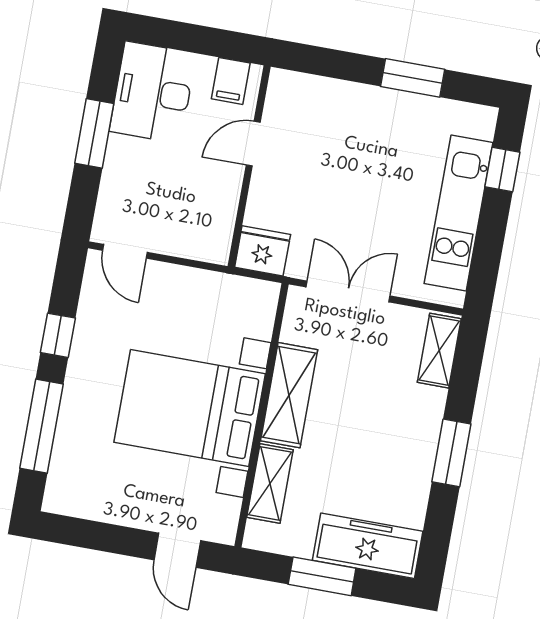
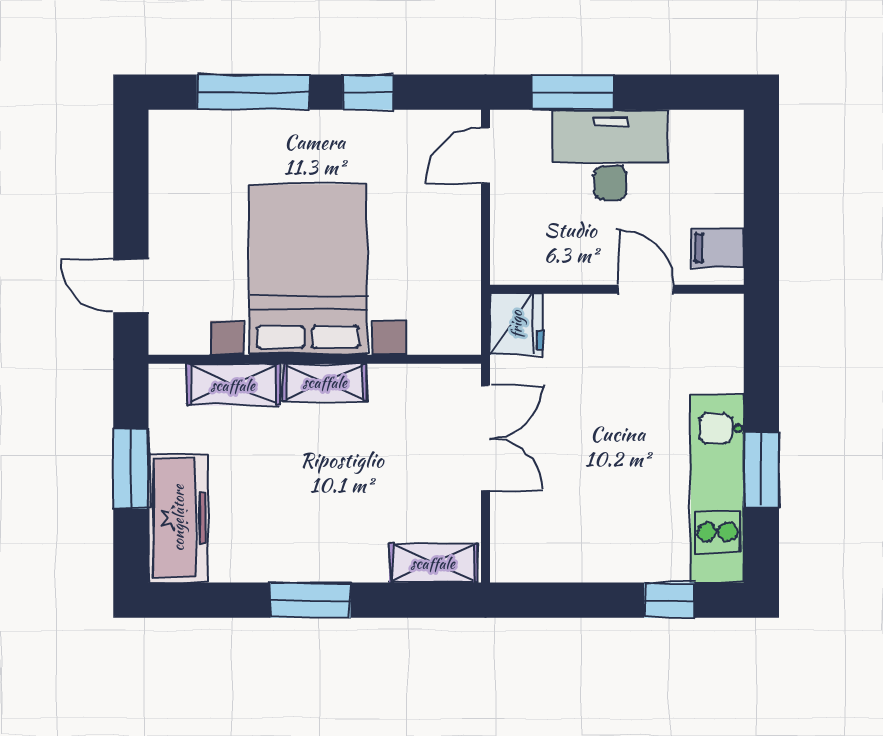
desk: (153, 92) -> (610, 155), moved
window: (94, 133) -> (573, 92), moved
kitchen unit: (459, 213) -> (717, 489), moved, turned -90
shelving: (289, 395) -> (325, 382), width x0.67, depth x0.75
door: (177, 550) -> (131, 286), hinge flipped

